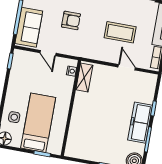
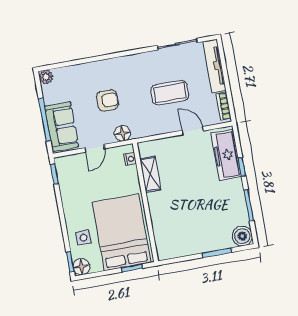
floor lamp: (73, 49) -> (122, 133), added
door: (48, 53) -> (95, 148), hinge flipped
shelving: (84, 78) -> (150, 174), moved
bed: (38, 123) -> (122, 232), width x1.50
freezer: (140, 123) -> (226, 155), moved

